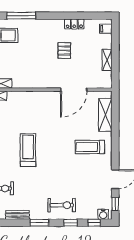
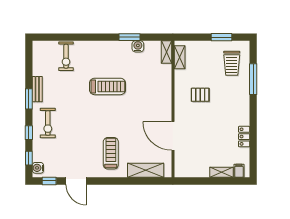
pallet: (64, 51) -> (200, 95), moved
shelving: (107, 60) -> (222, 172), moved
bench: (17, 215) -> (37, 89), moved

